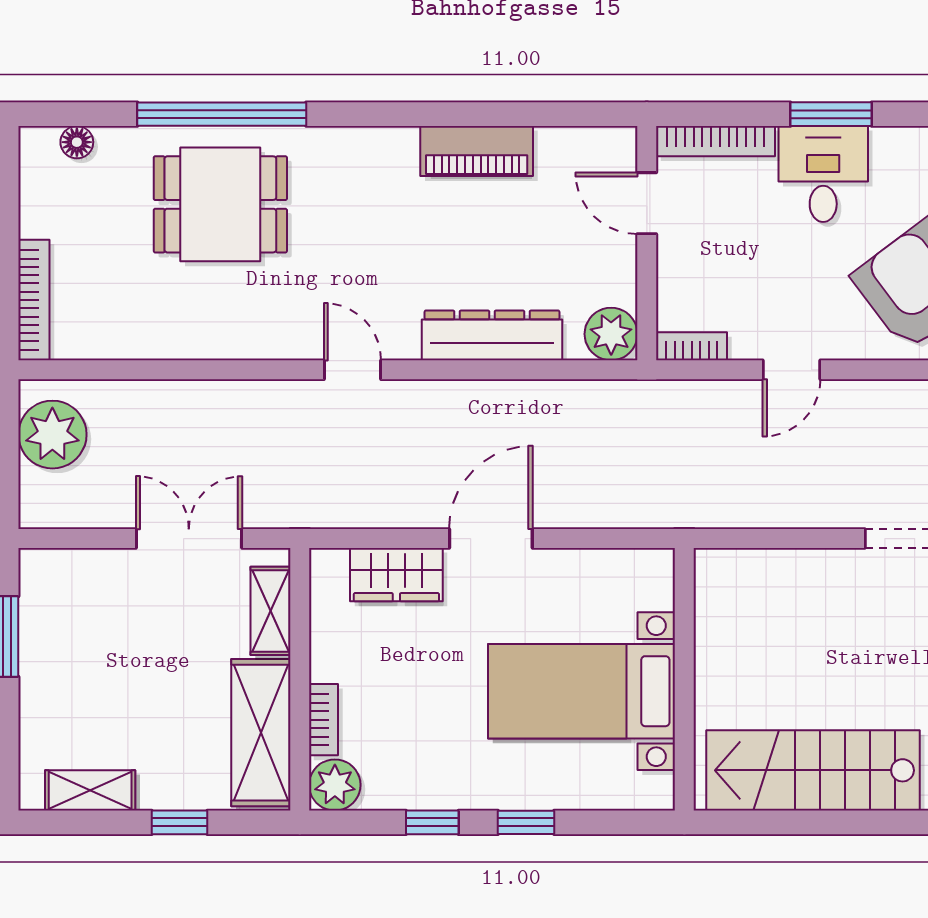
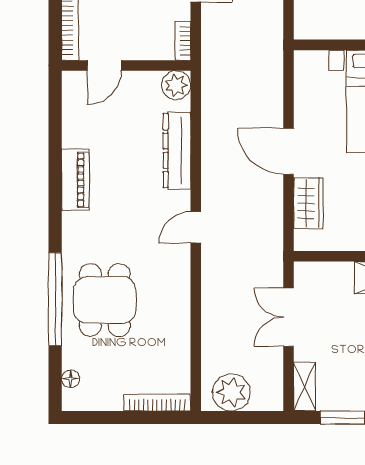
piano: (477, 151) -> (75, 180), moved
shelving: (270, 611) -> (305, 387), moved, turned 90

